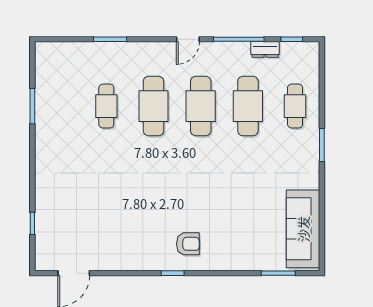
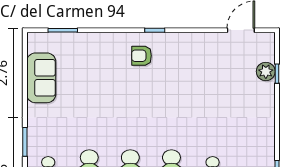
plant: (45, 226) -> (266, 71), added
sofa: (303, 229) -> (41, 78), width x0.73

